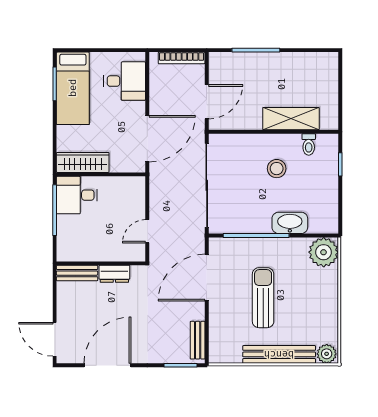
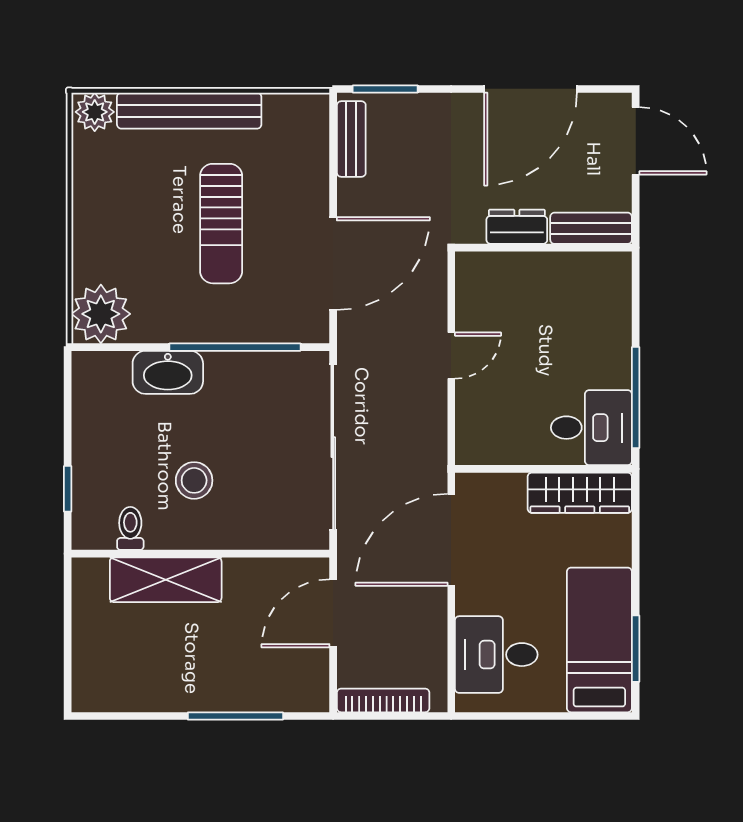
wall: (101, 263) -> (543, 248), moved
bench: (77, 273) -> (591, 228), moved
dresser: (114, 274) -> (517, 227), moved

